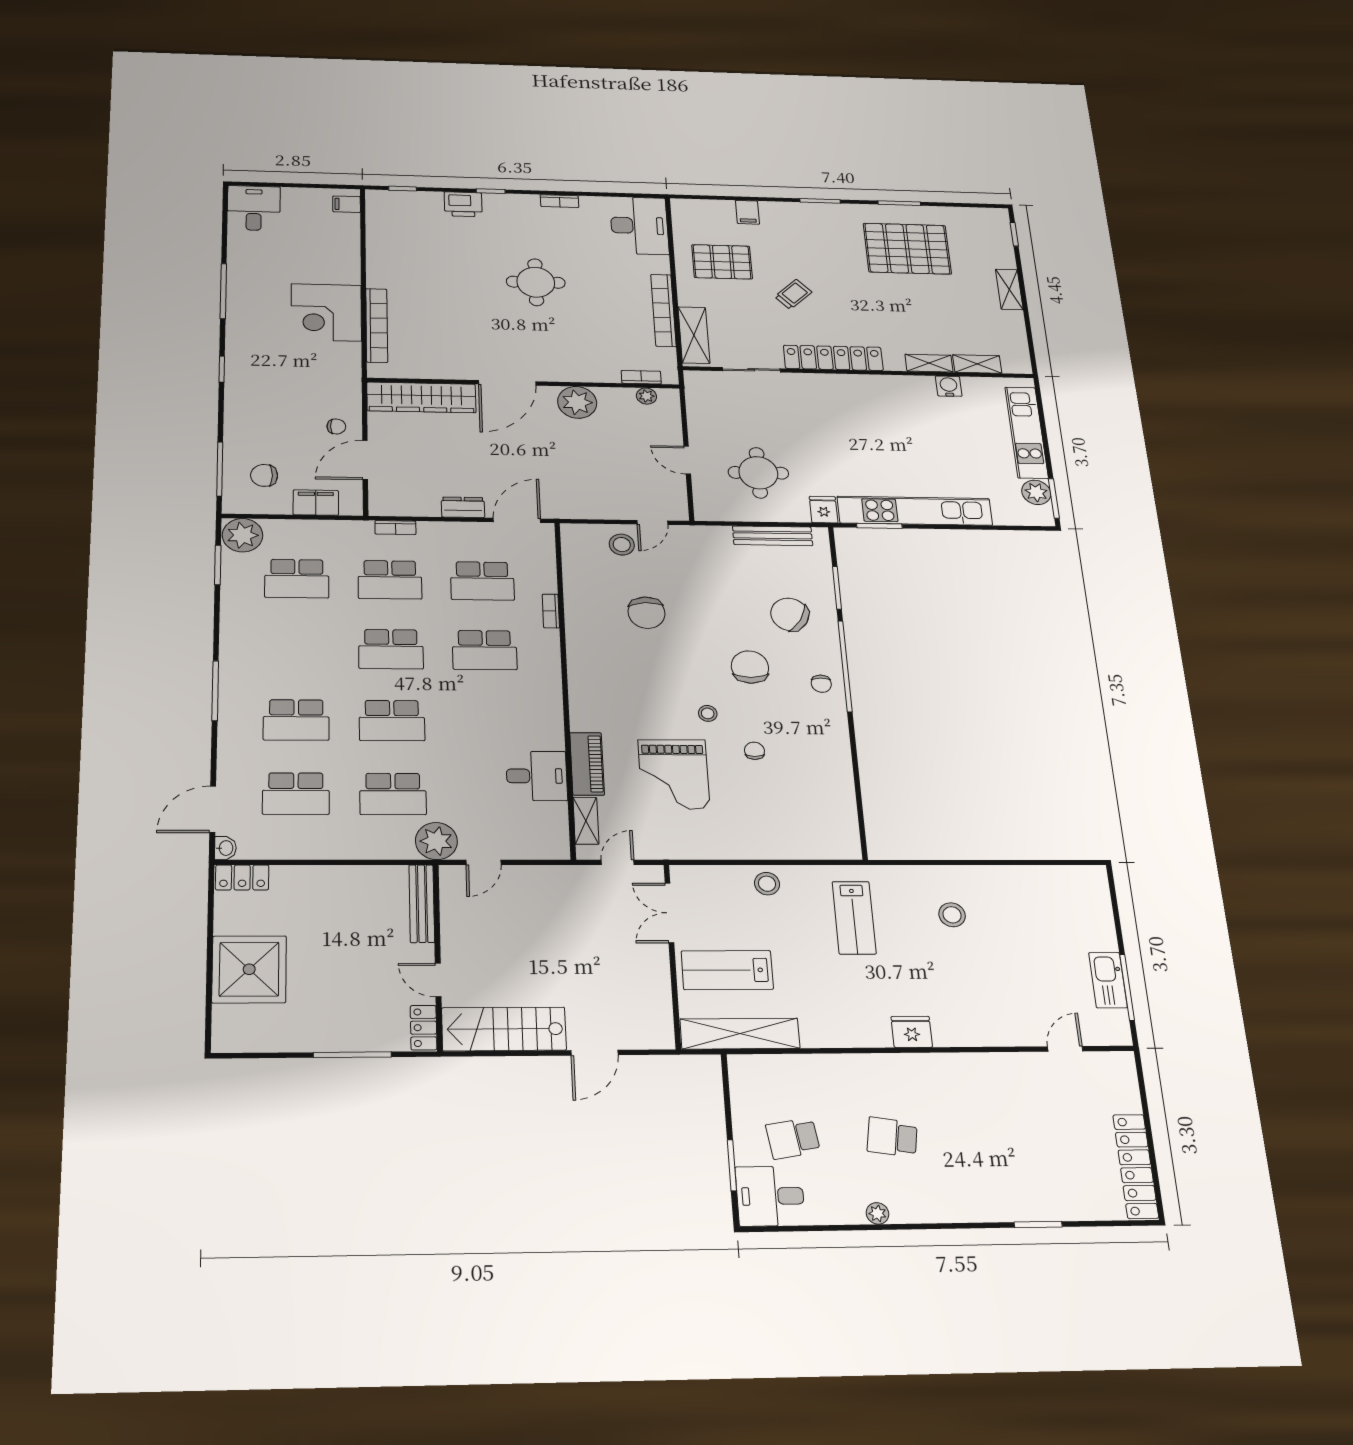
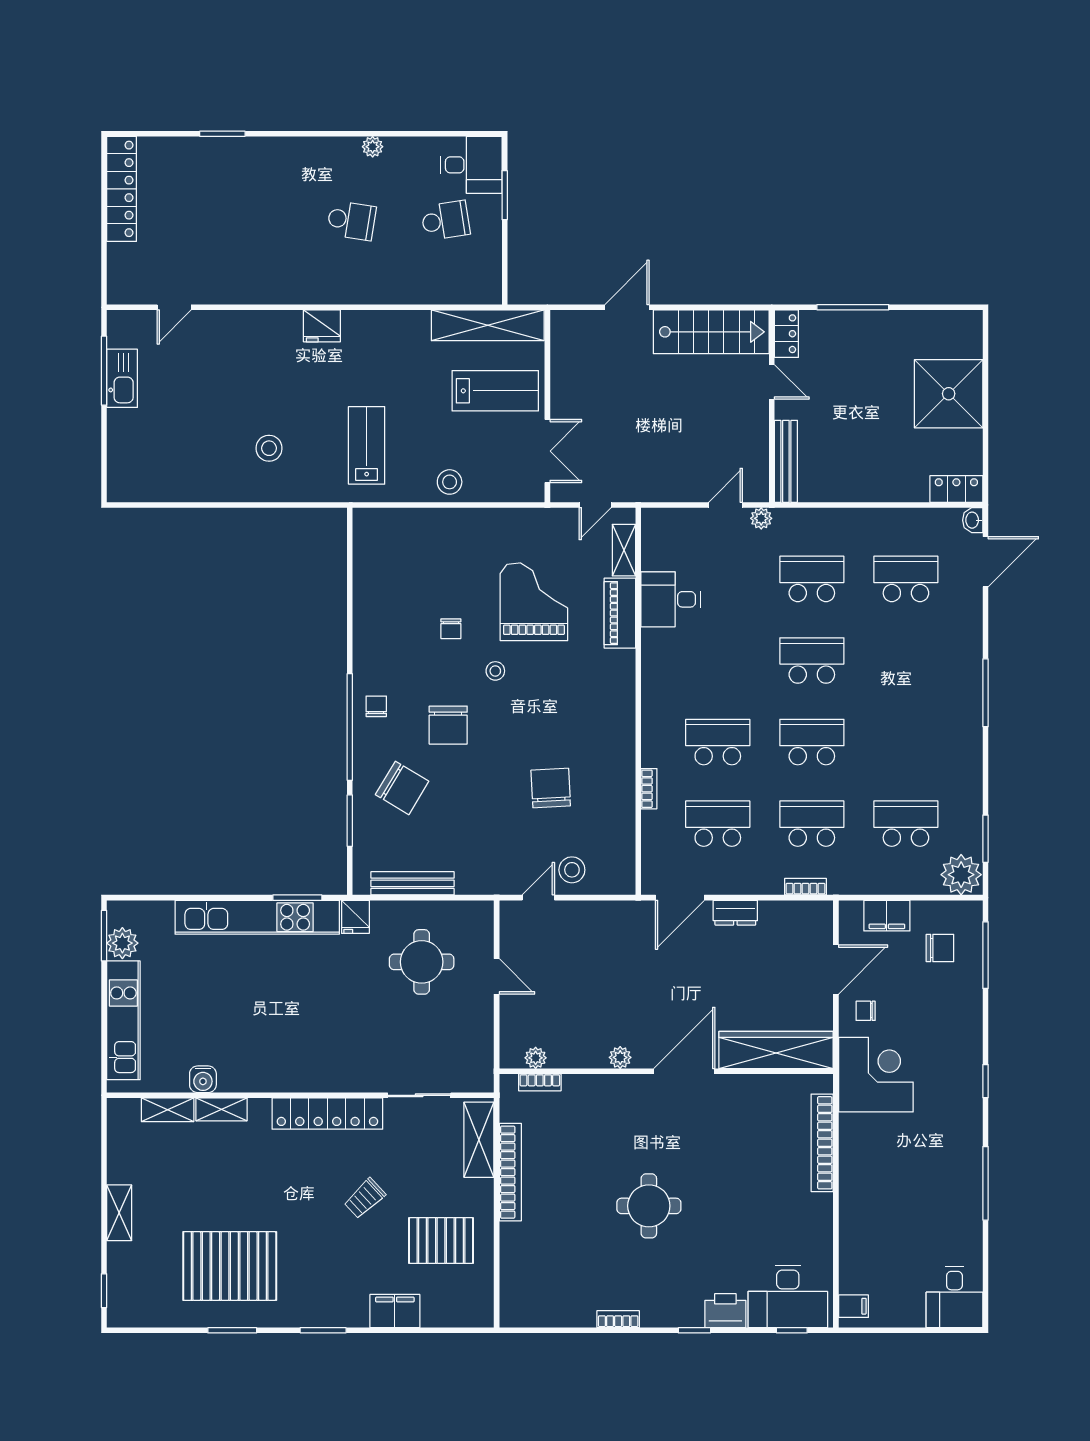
filing cabinet: (747, 212) -> (395, 1311), width x2.00
desk: (639, 226) -> (788, 1296), moved, turned -90
corner desk: (326, 312) -> (876, 1075), moved
plant: (577, 402) -> (620, 1057), width x0.53, depth x0.53
school desk: (296, 720) -> (906, 660), removed
plant: (436, 841) -> (761, 518), width x0.53, depth x0.53

